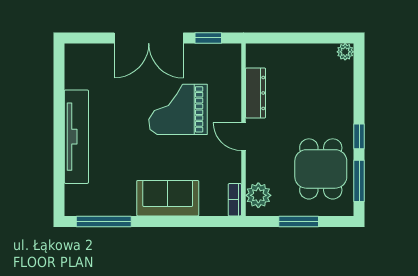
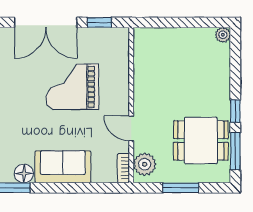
dresser: (256, 93) -> (142, 72), removed
door: (244, 137) -> (131, 128), moved
dining table: (321, 169) -> (201, 140), turned 90
floor lamp: (125, 205) -> (24, 173), added

